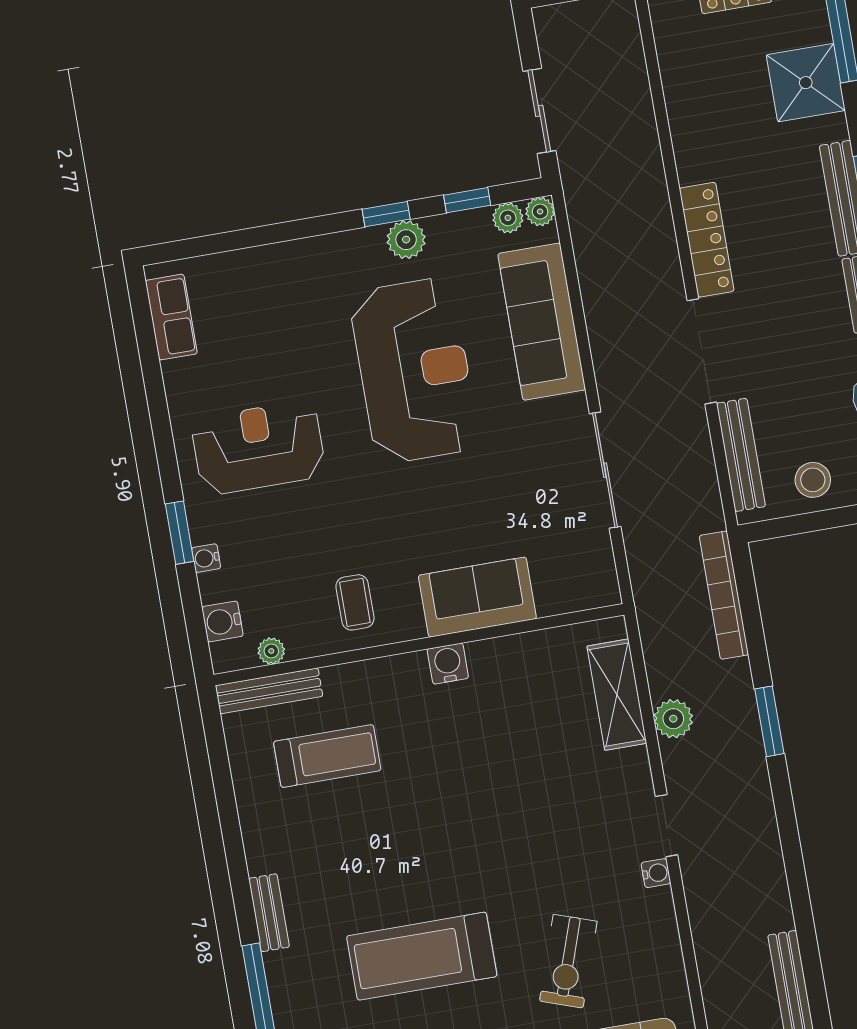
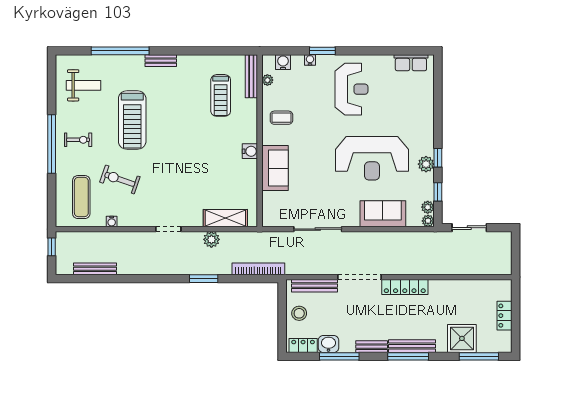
sofa: (542, 322) -> (383, 214), width x0.73
water cooler: (656, 873) -> (112, 222), moved
treadmill: (422, 956) -> (132, 120), turned 180

